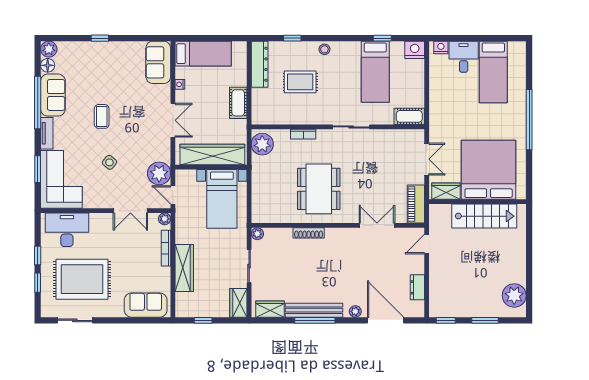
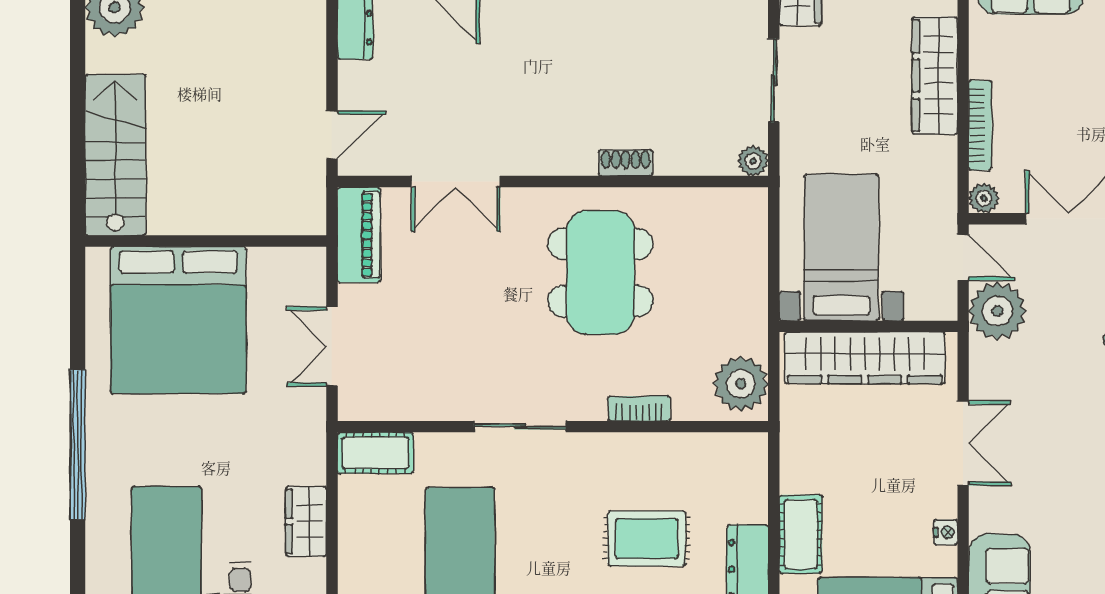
cot: (238, 103) -> (801, 534), moved
double door: (173, 120) -> (963, 443), swing flipped
wardrobe: (446, 191) -> (306, 521), moved, turned 90
stairs: (484, 216) -> (115, 155), moved, turned 90
shoe rack: (309, 233) -> (626, 163), width x0.70

